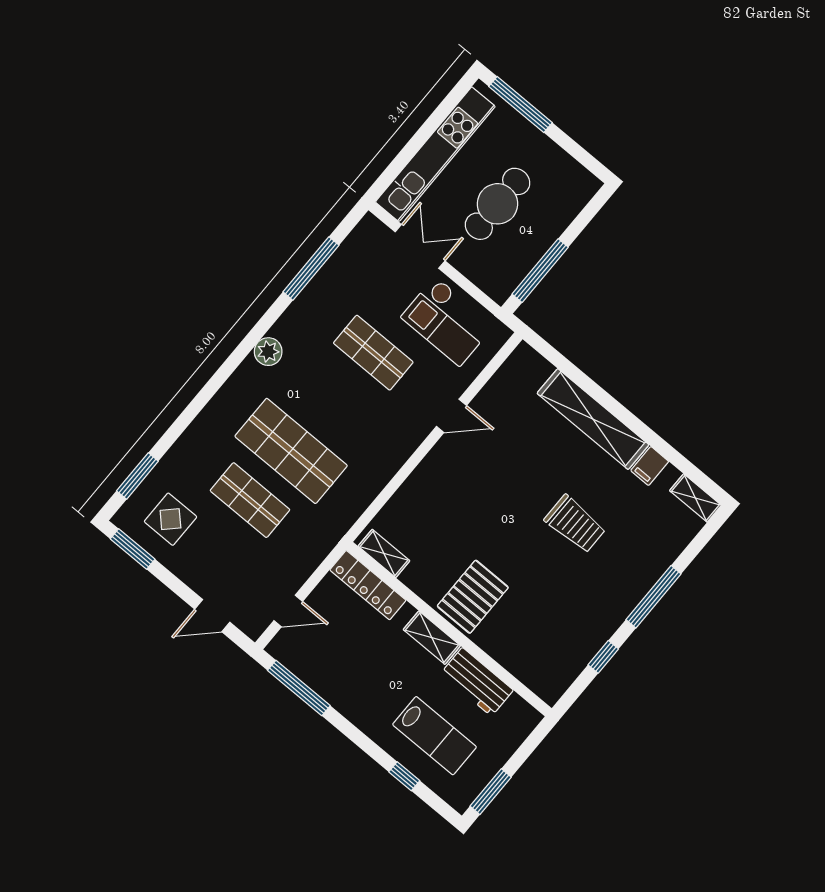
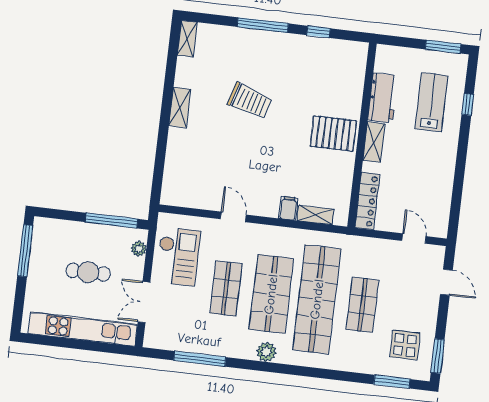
window: (520, 105) -> (25, 251), moved
cafe table: (498, 204) -> (88, 272), width x0.73, depth x0.74
plant: (486, 281) -> (139, 249), added
shop shelf: (332, 402) -> (271, 294), added
shelving: (593, 419) -> (180, 107), width x0.45, depth x0.75
shop shelf: (291, 451) -> (317, 299), width x1.40
filing cabinet: (650, 466) -> (288, 208), moved, turned -90
trolley: (575, 524) -> (250, 101), turned 107
shelving: (384, 553) -> (315, 215), moved, turned 90
window: (299, 688) -> (456, 202), removed

